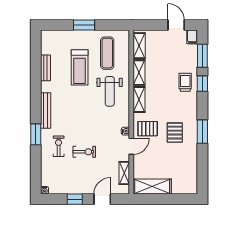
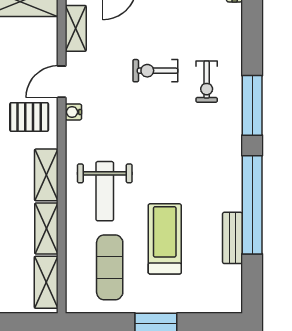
window: (36, 85) -> (252, 205), added
weight bench: (110, 91) -> (105, 191), turned 180
bench: (46, 111) -> (232, 153), removed
window: (36, 134) -> (252, 105), width x1.44

